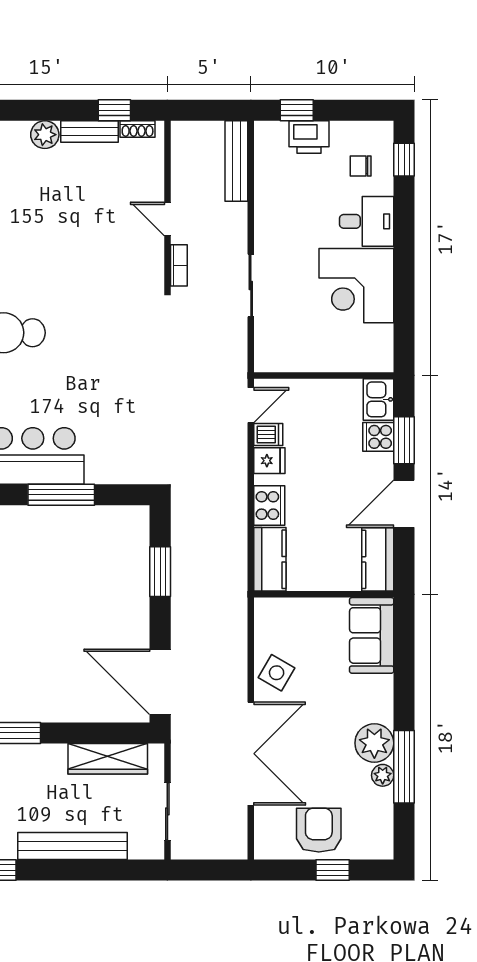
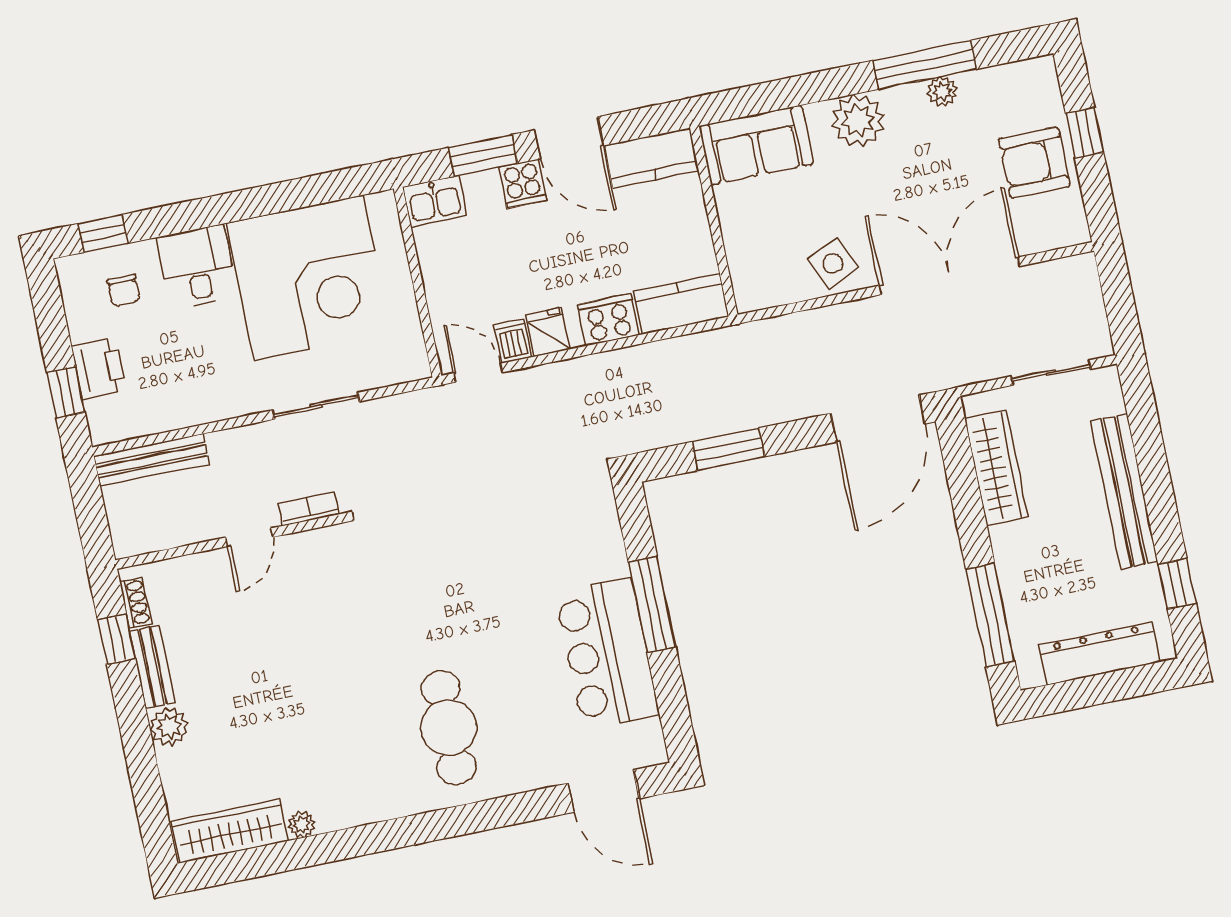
corner desk: (356, 286) -> (309, 277), width x1.36, depth x1.36
cooker: (378, 437) -> (523, 184), moved
side table: (277, 673) -> (833, 263), turned 36
plant: (374, 743) -> (858, 120), moved

